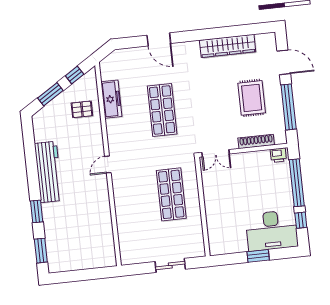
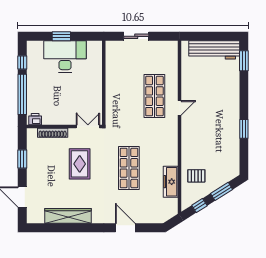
rug: (252, 98) -> (80, 164), moved
window: (289, 107) -> (22, 159), width x0.47
door: (108, 165) -> (180, 108), moved
workbench: (48, 172) -> (214, 50), moved, turned -90
shop shelf: (171, 194) -> (154, 96), moved
window: (37, 211) -> (244, 129), moved
desk: (272, 230) -> (65, 56), moved

